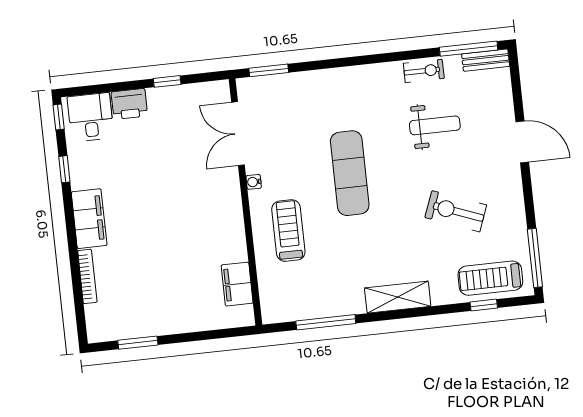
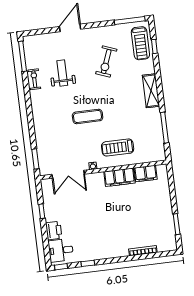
bench: (486, 60) -> (28, 47), removed
exercise mat: (350, 173) -> (88, 116), width x0.73, depth x0.69
filing cabinet: (89, 219) -> (119, 177), moved, turned 180

